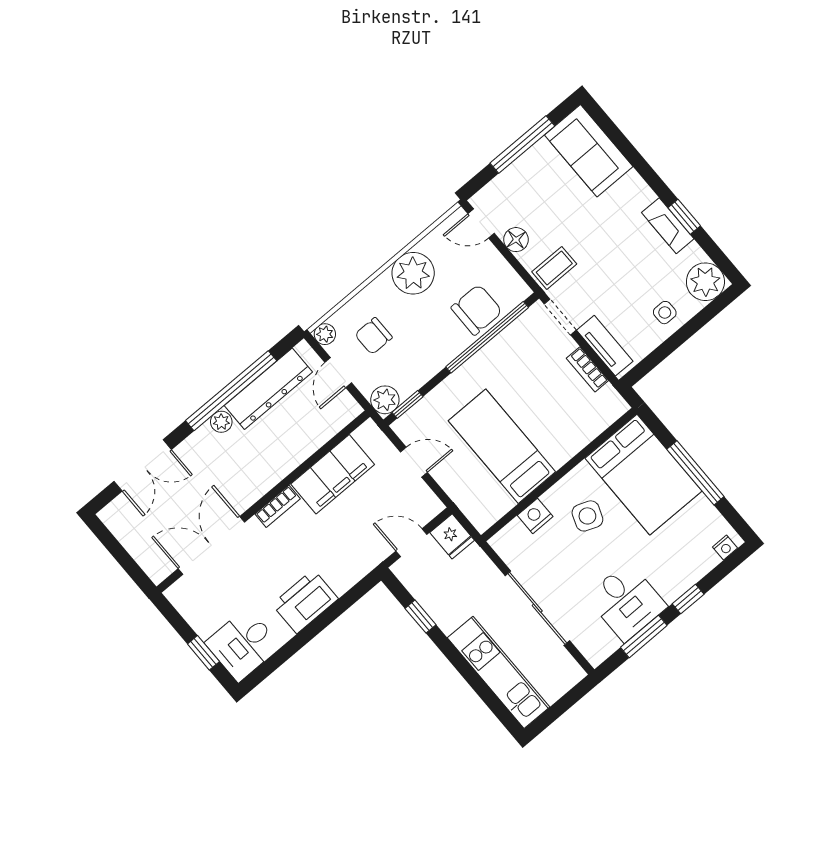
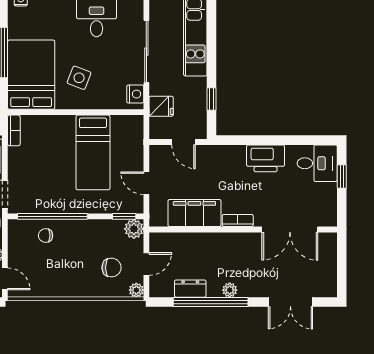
plant: (413, 273) -> (63, 283), removed
chair: (477, 310) -> (46, 235), width x0.54, depth x0.54
bookcase: (587, 369) -> (14, 130), moved
dresser: (268, 389) -> (190, 289), width x0.51, depth x0.80
double door: (143, 465) -> (290, 302), swing flipped
nightstand: (535, 516) -> (135, 94), moved, turned -90
fridge: (452, 536) -> (161, 106), moved, turned 90

